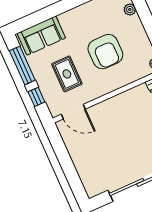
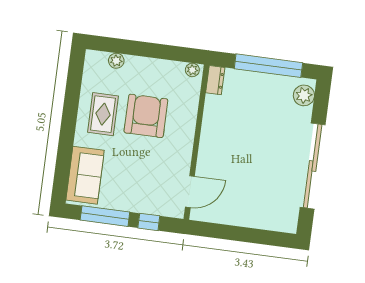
armchair: (105, 52) -> (146, 116), turned -90
rug: (67, 74) -> (103, 114), moved, turned 90

